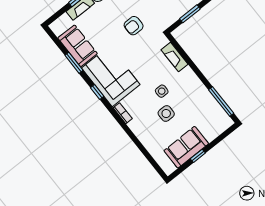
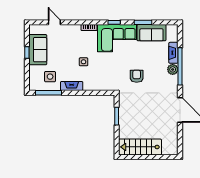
fireplace: (175, 57) -> (72, 86), moved
side table: (166, 114) -> (50, 77), moved
door: (145, 152) -> (54, 22), added

